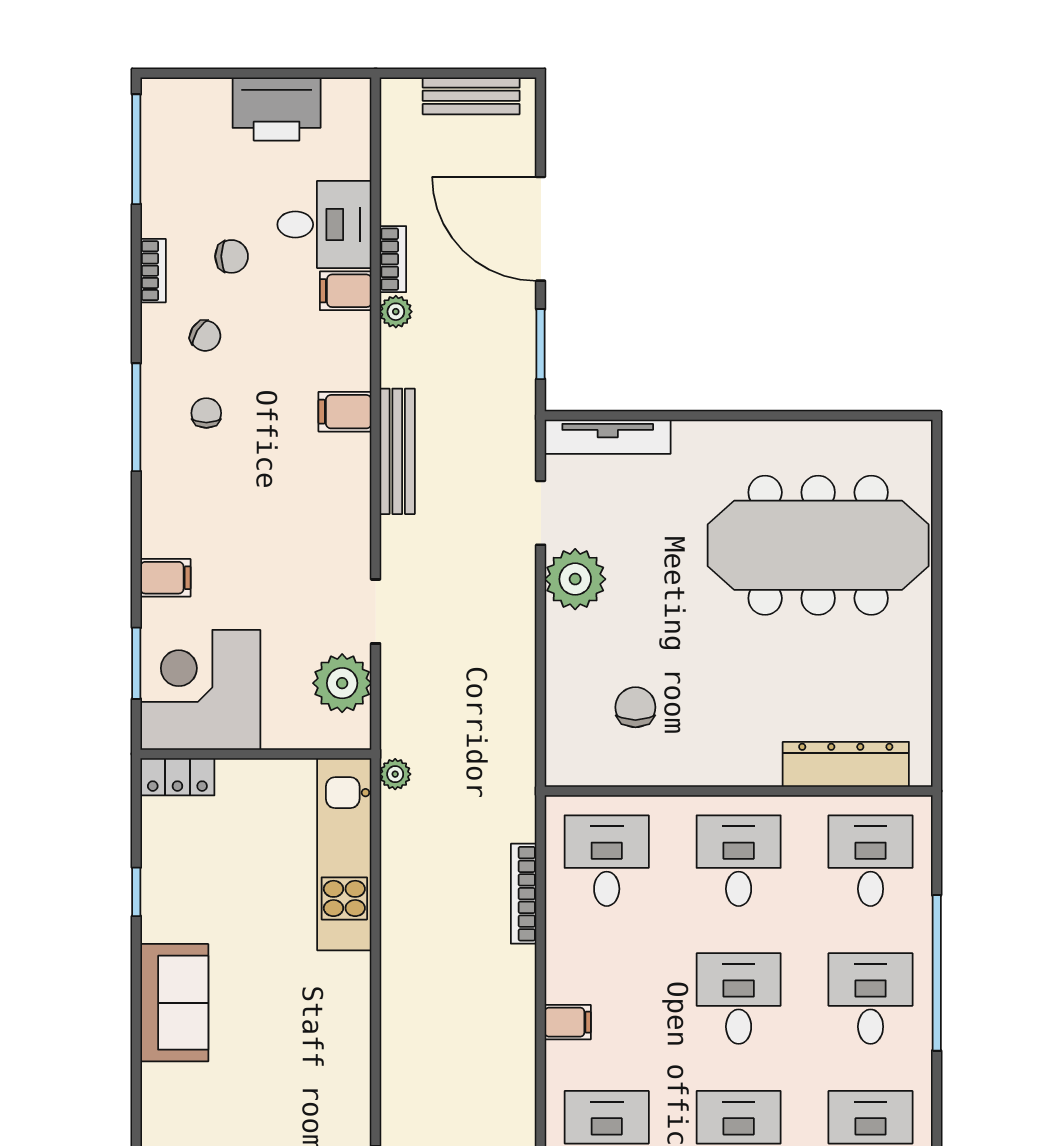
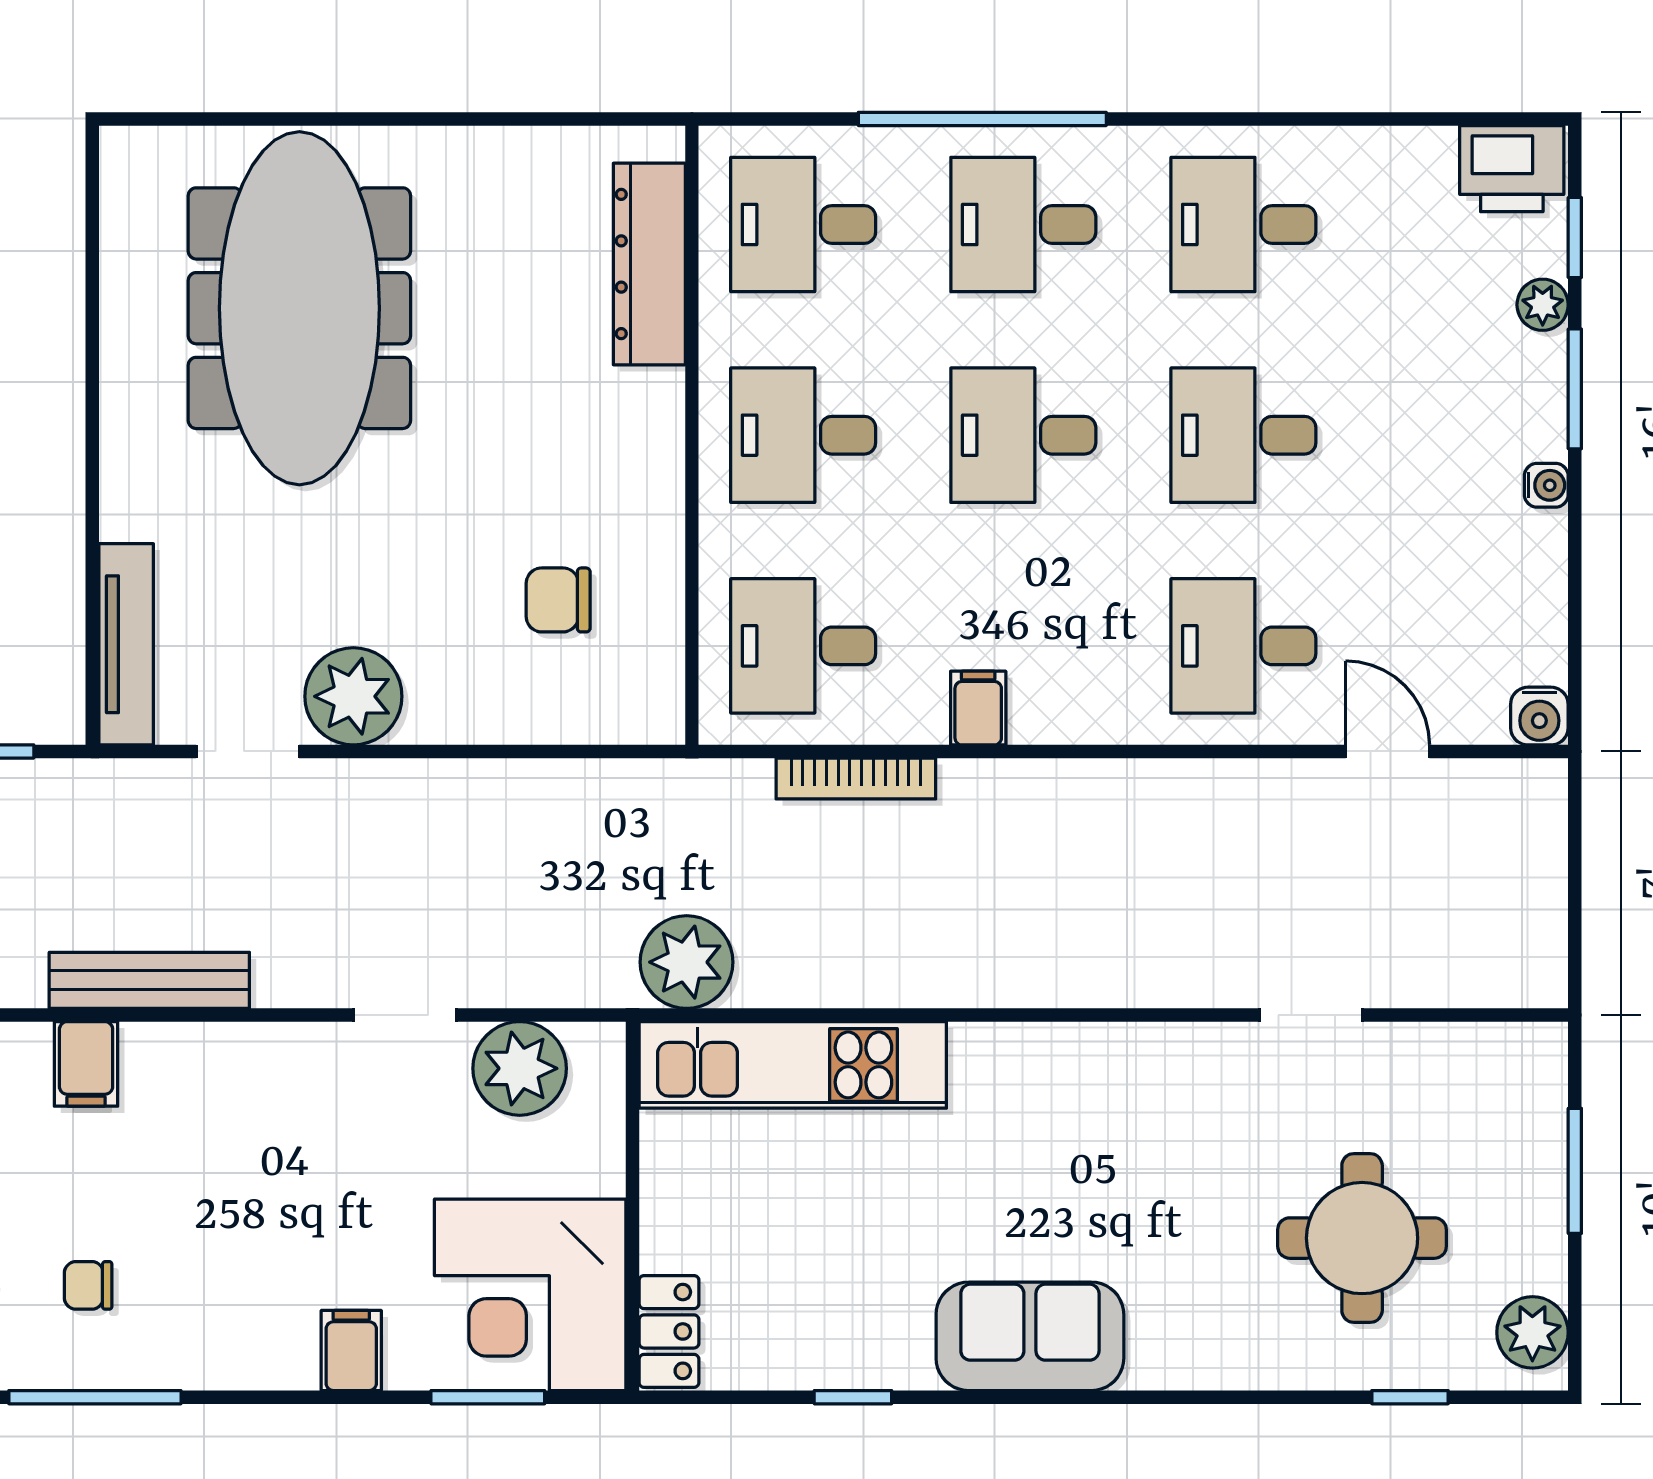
plant: (395, 774) -> (687, 962), width x1.88, depth x1.88
filing cabinet: (568, 1022) -> (978, 708), moved

